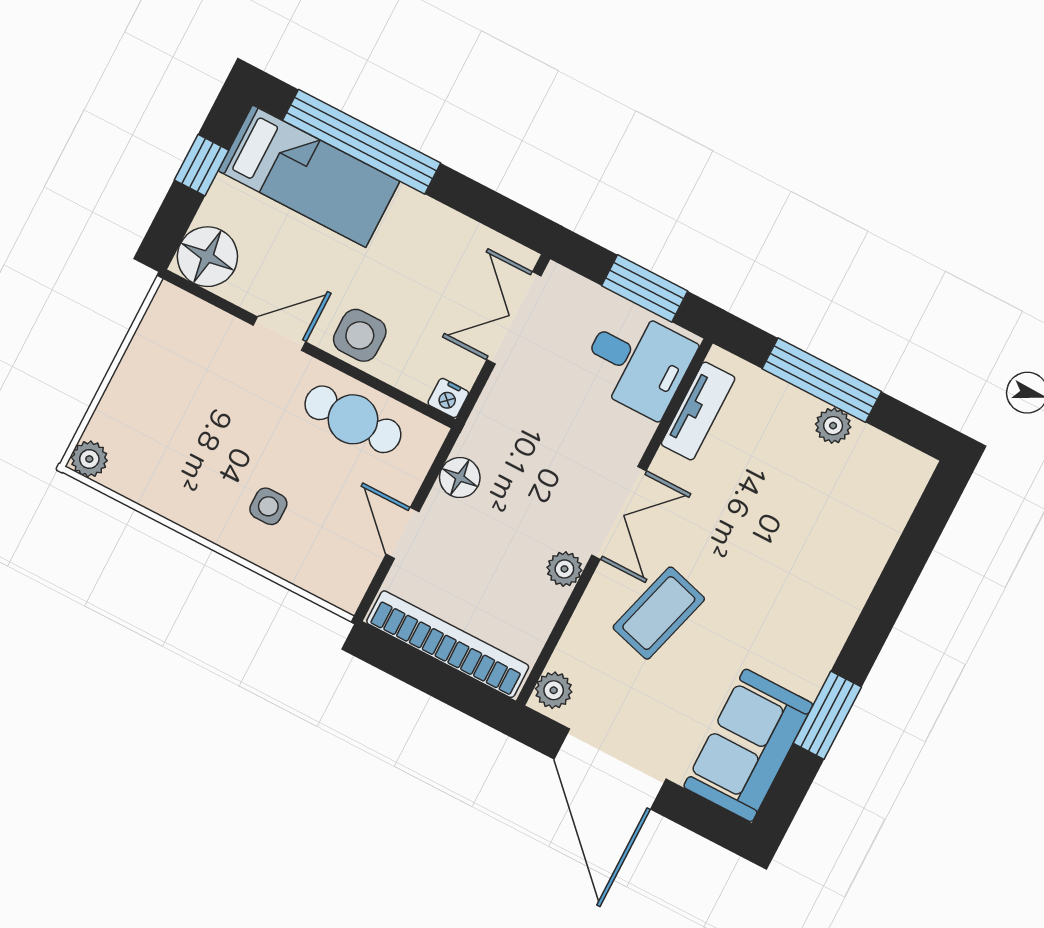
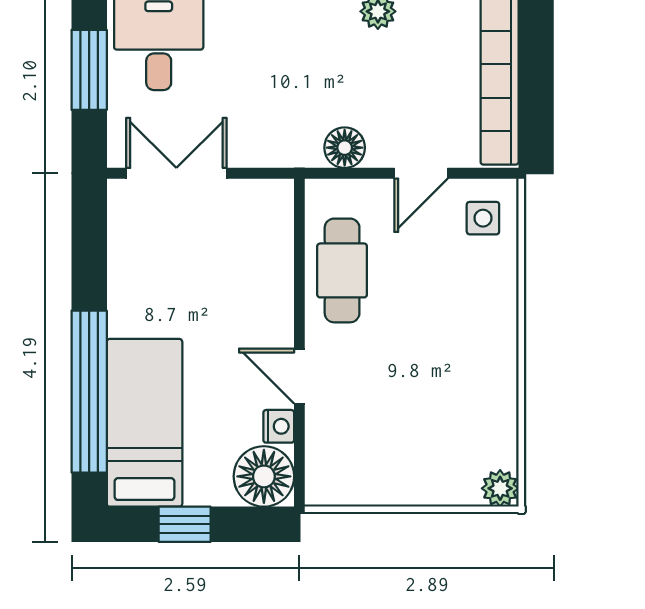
double door: (514, 318) -> (176, 173), swing flipped
side table: (360, 335) -> (264, 303), removed
nightstand: (448, 398) -> (279, 426), moved
side table: (268, 506) -> (483, 218), moved

